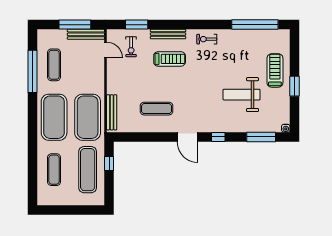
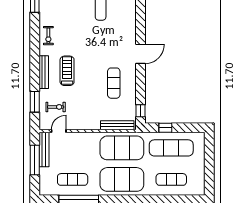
window: (218, 137) -> (140, 111), moved

